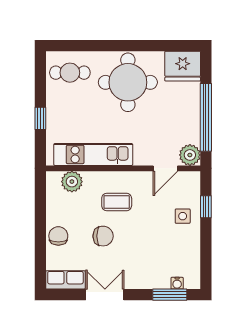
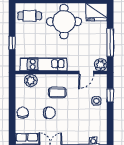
window: (206, 117) -> (110, 42), width x0.68

